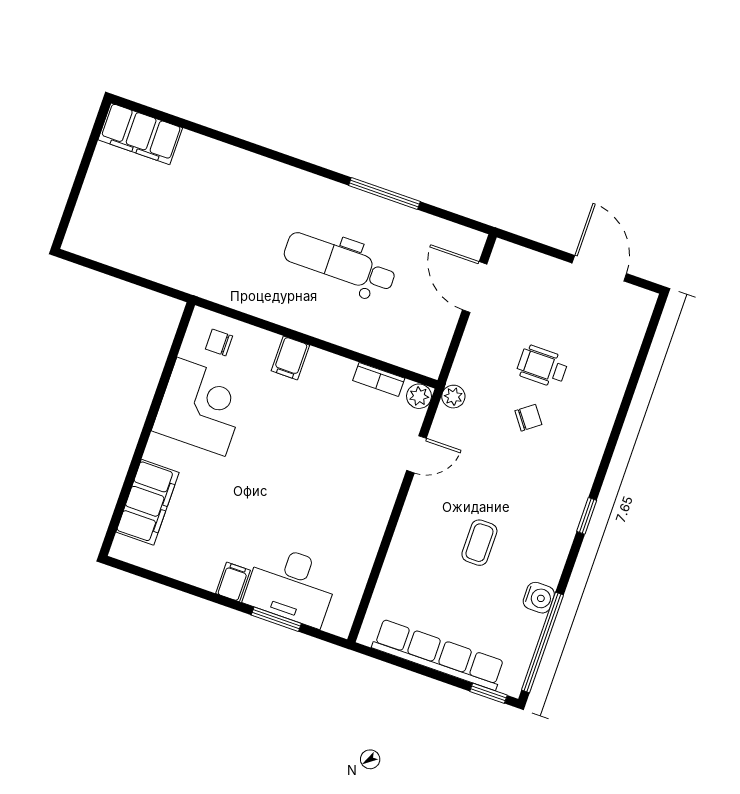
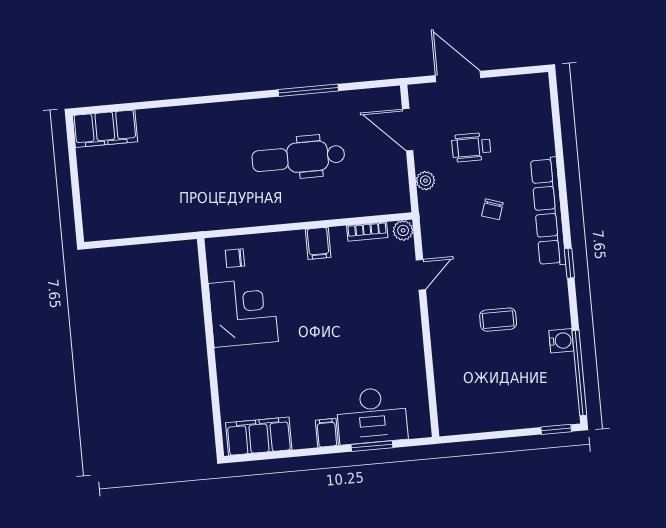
door: (599, 268) -> (458, 77), moved
filing cabinet: (290, 358) -> (318, 243), moved
wheelchair: (542, 366) -> (471, 147), moved
plant: (453, 397) -> (425, 181), moved
chair: (528, 418) -> (492, 209), turned 145
filing cabinet: (147, 502) -> (259, 436), moved, turned -90
coffee table: (479, 543) -> (498, 320), turned 90
row of seats: (438, 655) -> (548, 212), moved, turned -90

